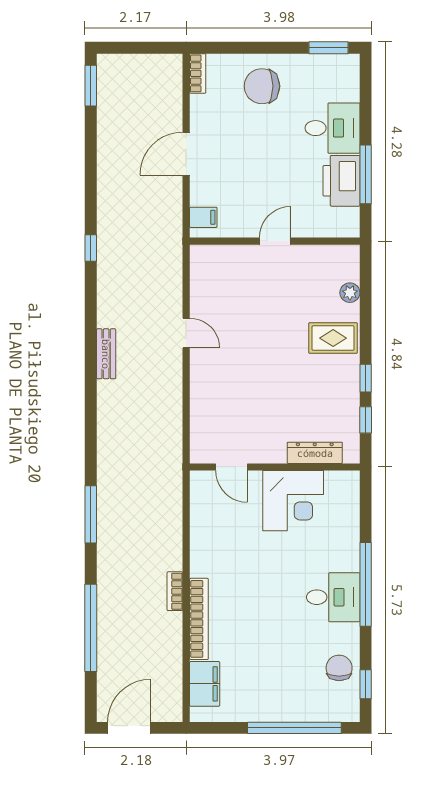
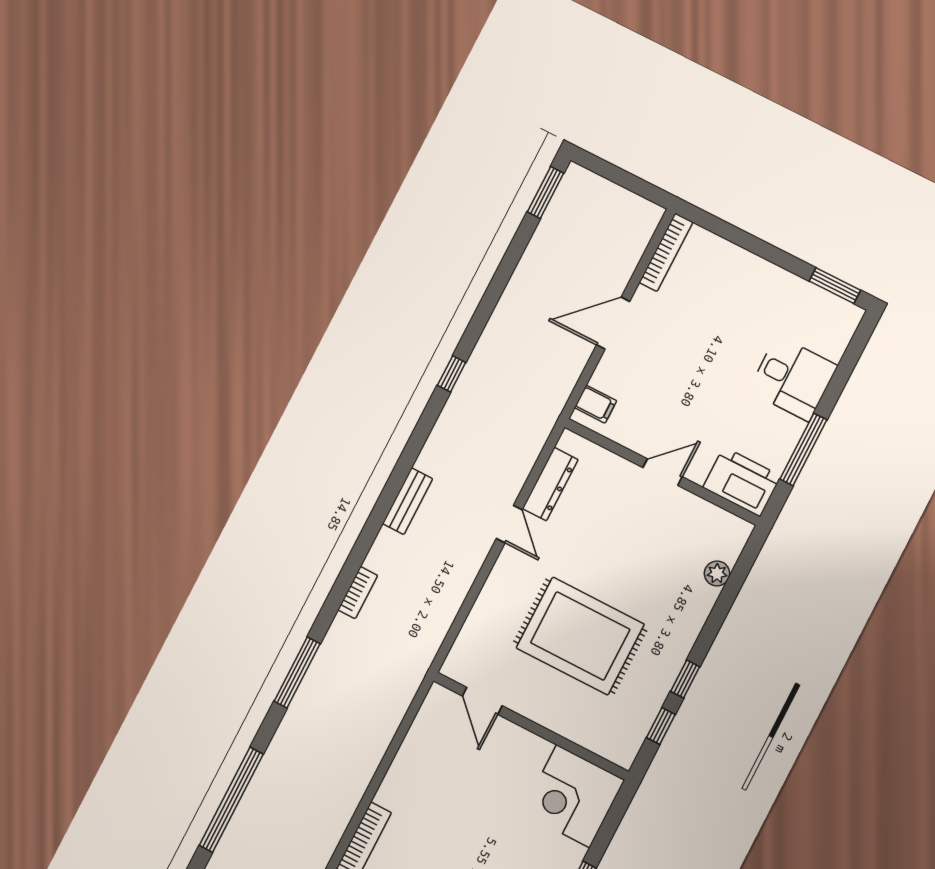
bookcase: (198, 73) -> (666, 252), width x1.56
chair: (262, 86) -> (737, 291), removed
printer: (341, 181) -> (742, 482), moved, turned 90
rug: (333, 338) -> (580, 636), moved, width x1.86, depth x2.06
dresser: (315, 453) -> (550, 484), moved, turned 90
corner desk: (293, 501) -> (573, 796), moved, turned 90
bookcase: (175, 591) -> (358, 593), moved, turned 180

